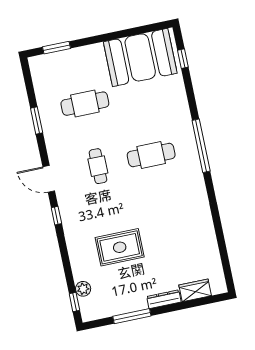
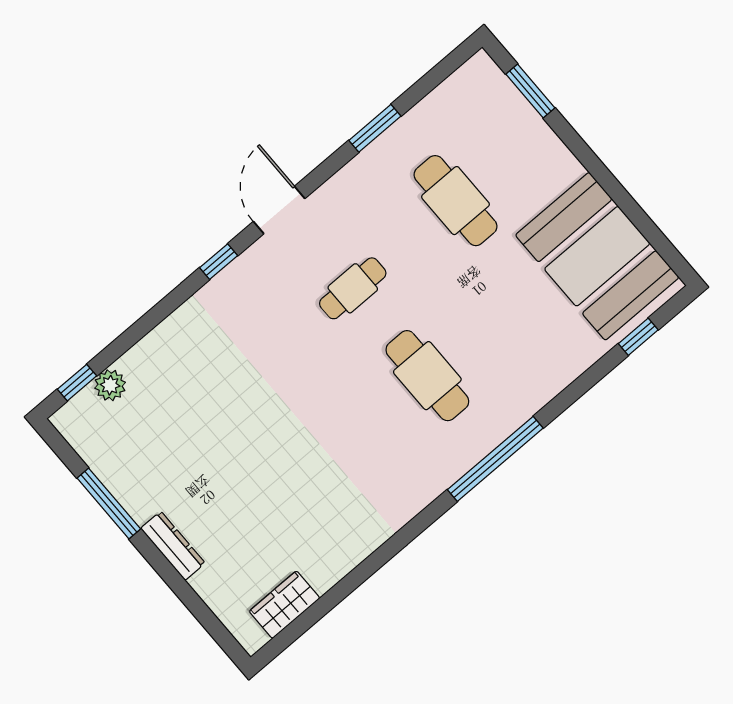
rug: (120, 247) -> (224, 411), removed
wardrobe: (195, 290) -> (285, 605), moved, turned -90

